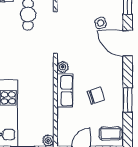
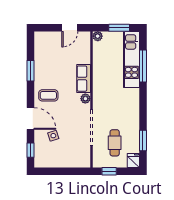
chair: (96, 96) -> (57, 74), removed
coffee table: (110, 133) -> (48, 95), moved

